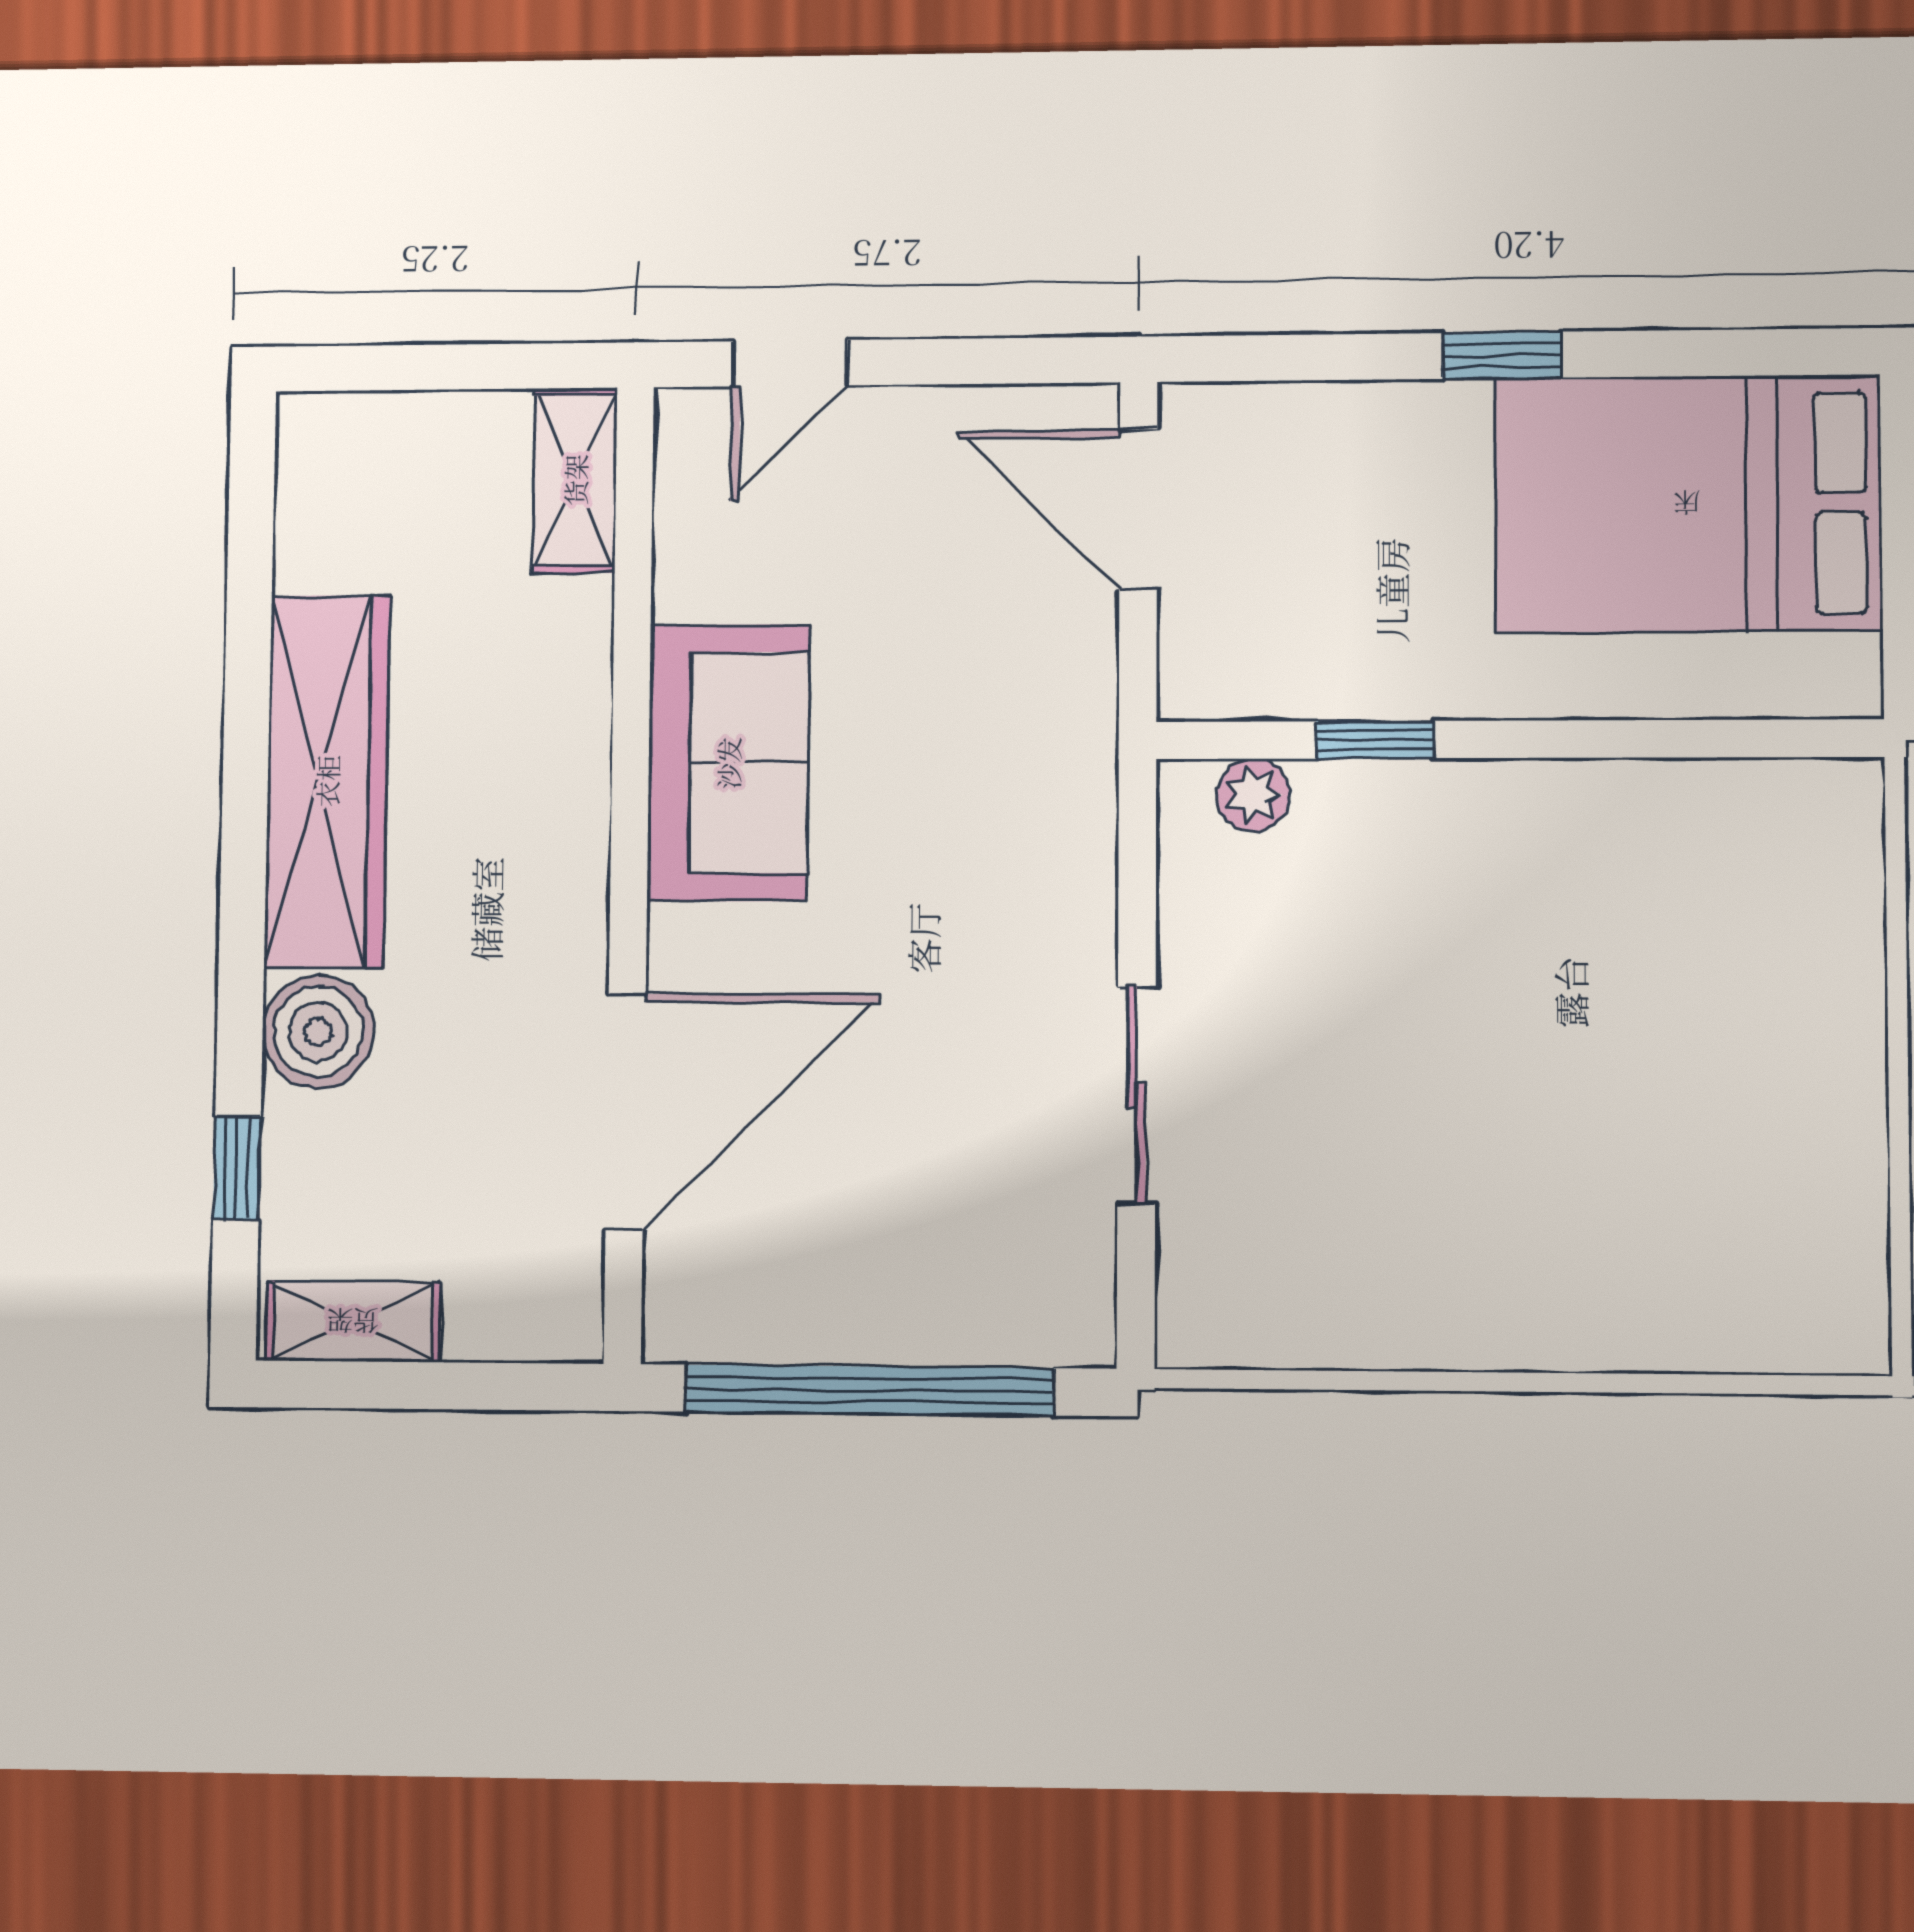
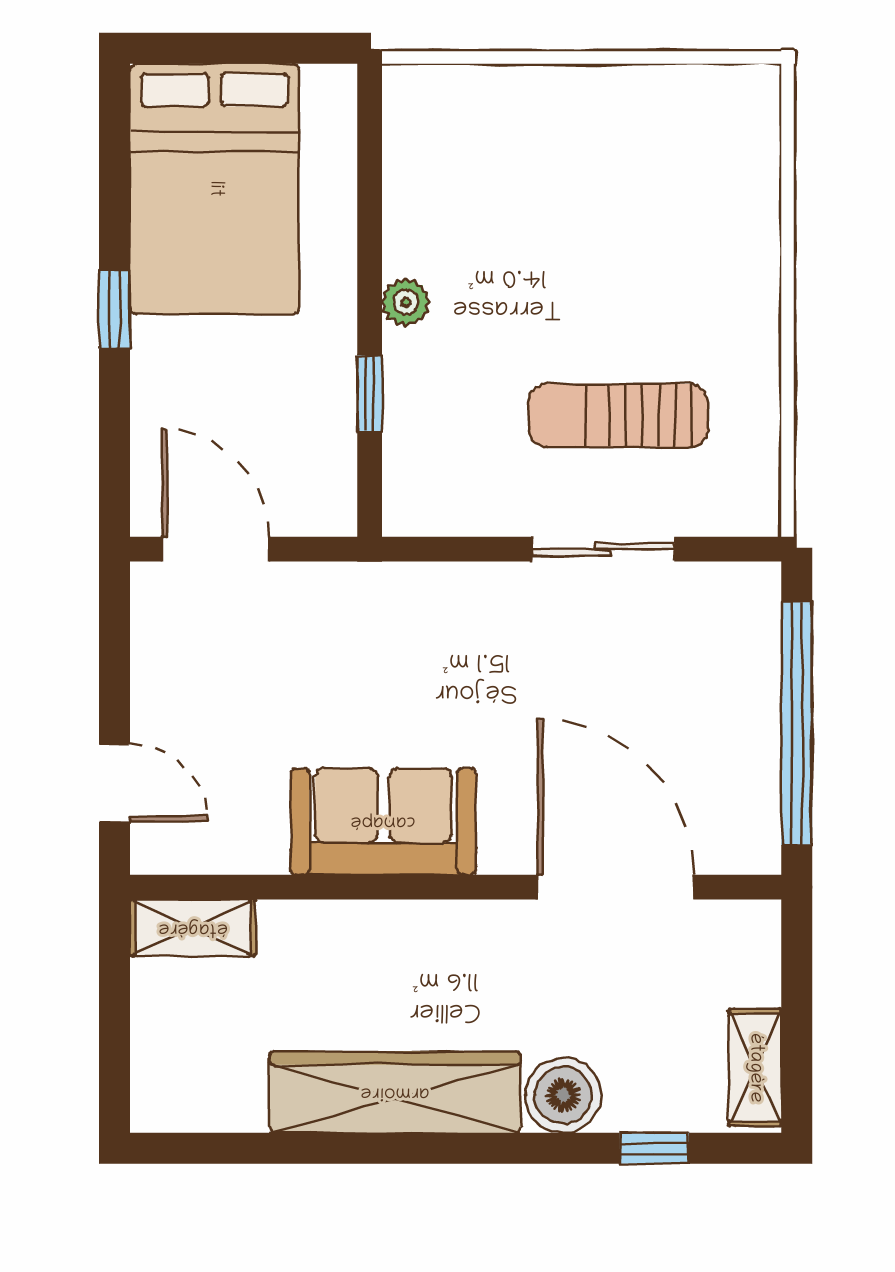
door: (1138, 509) -> (215, 549), swing flipped
plant: (1253, 795) -> (406, 302), moved
sun lounger: (1341, 1119) -> (618, 416), added

